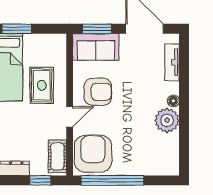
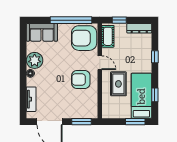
sofa: (96, 47) -> (42, 32), moved, turned 180
door: (70, 117) -> (100, 63), swing flipped
armchair: (93, 154) -> (84, 38), turned 90

